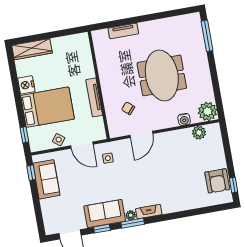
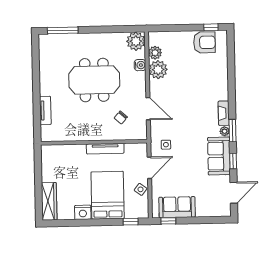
plant: (182, 138) -> (158, 70), added

